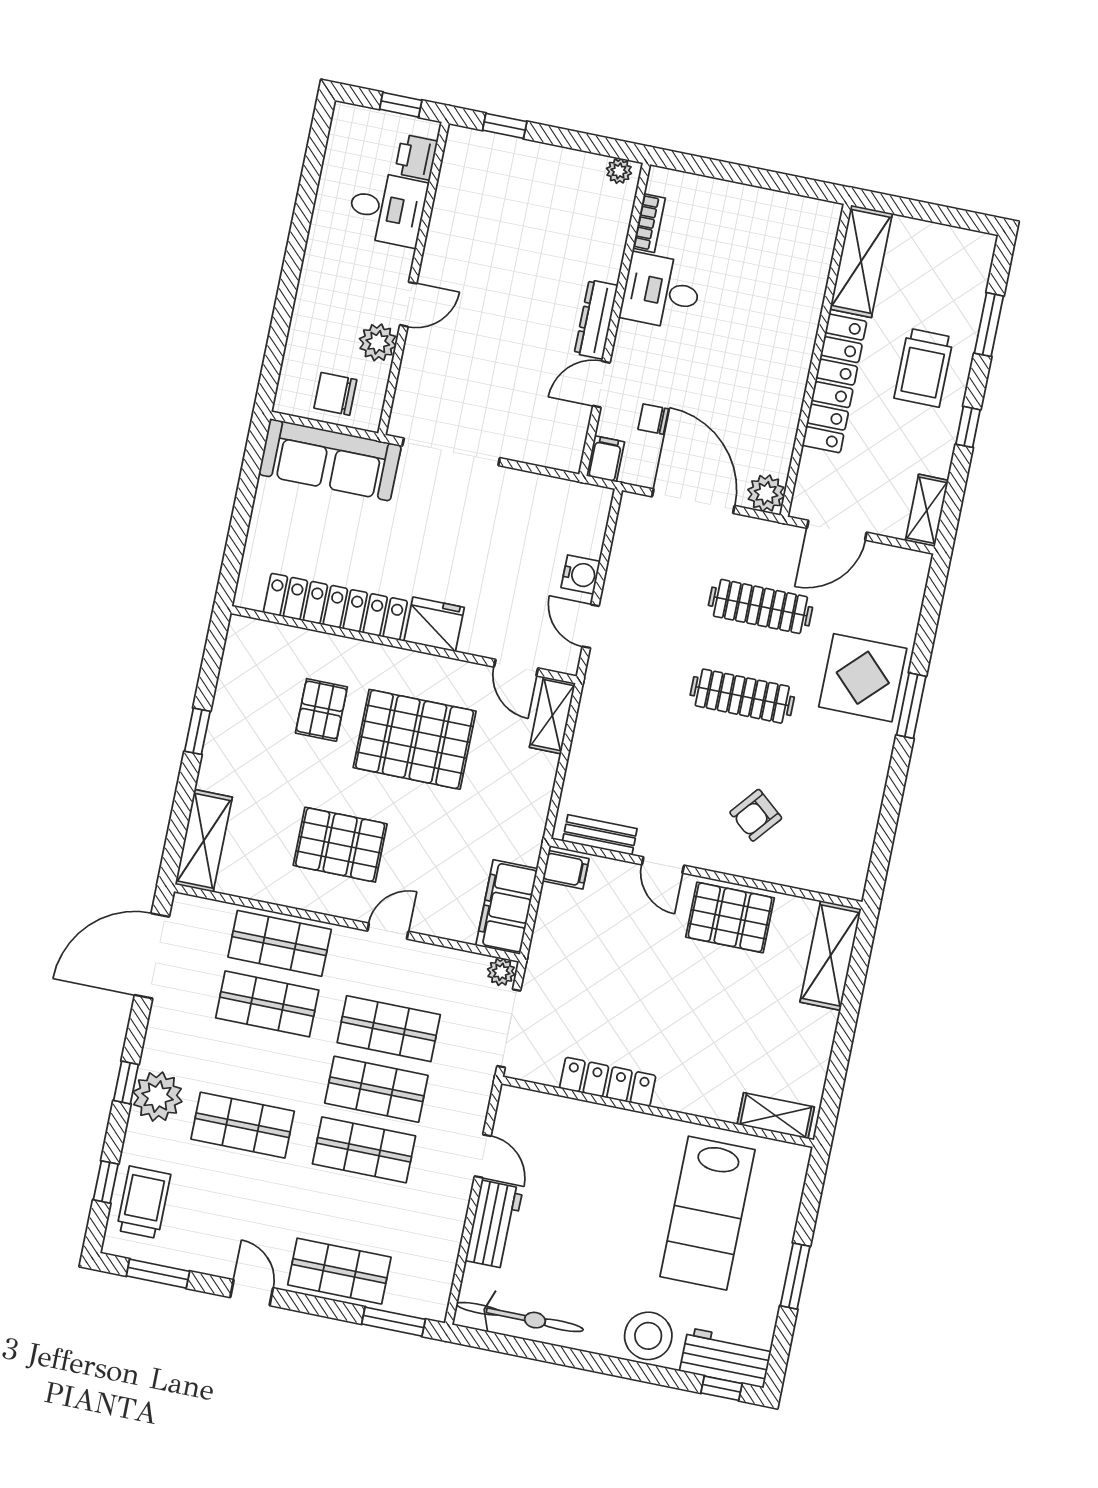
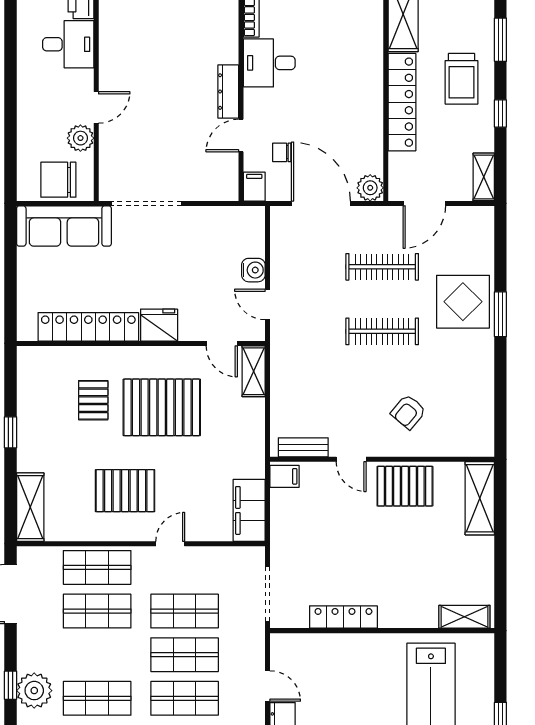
chair: (335, 394) -> (58, 180), width x1.37, depth x1.37
plant: (501, 972) -> (254, 556), removed

